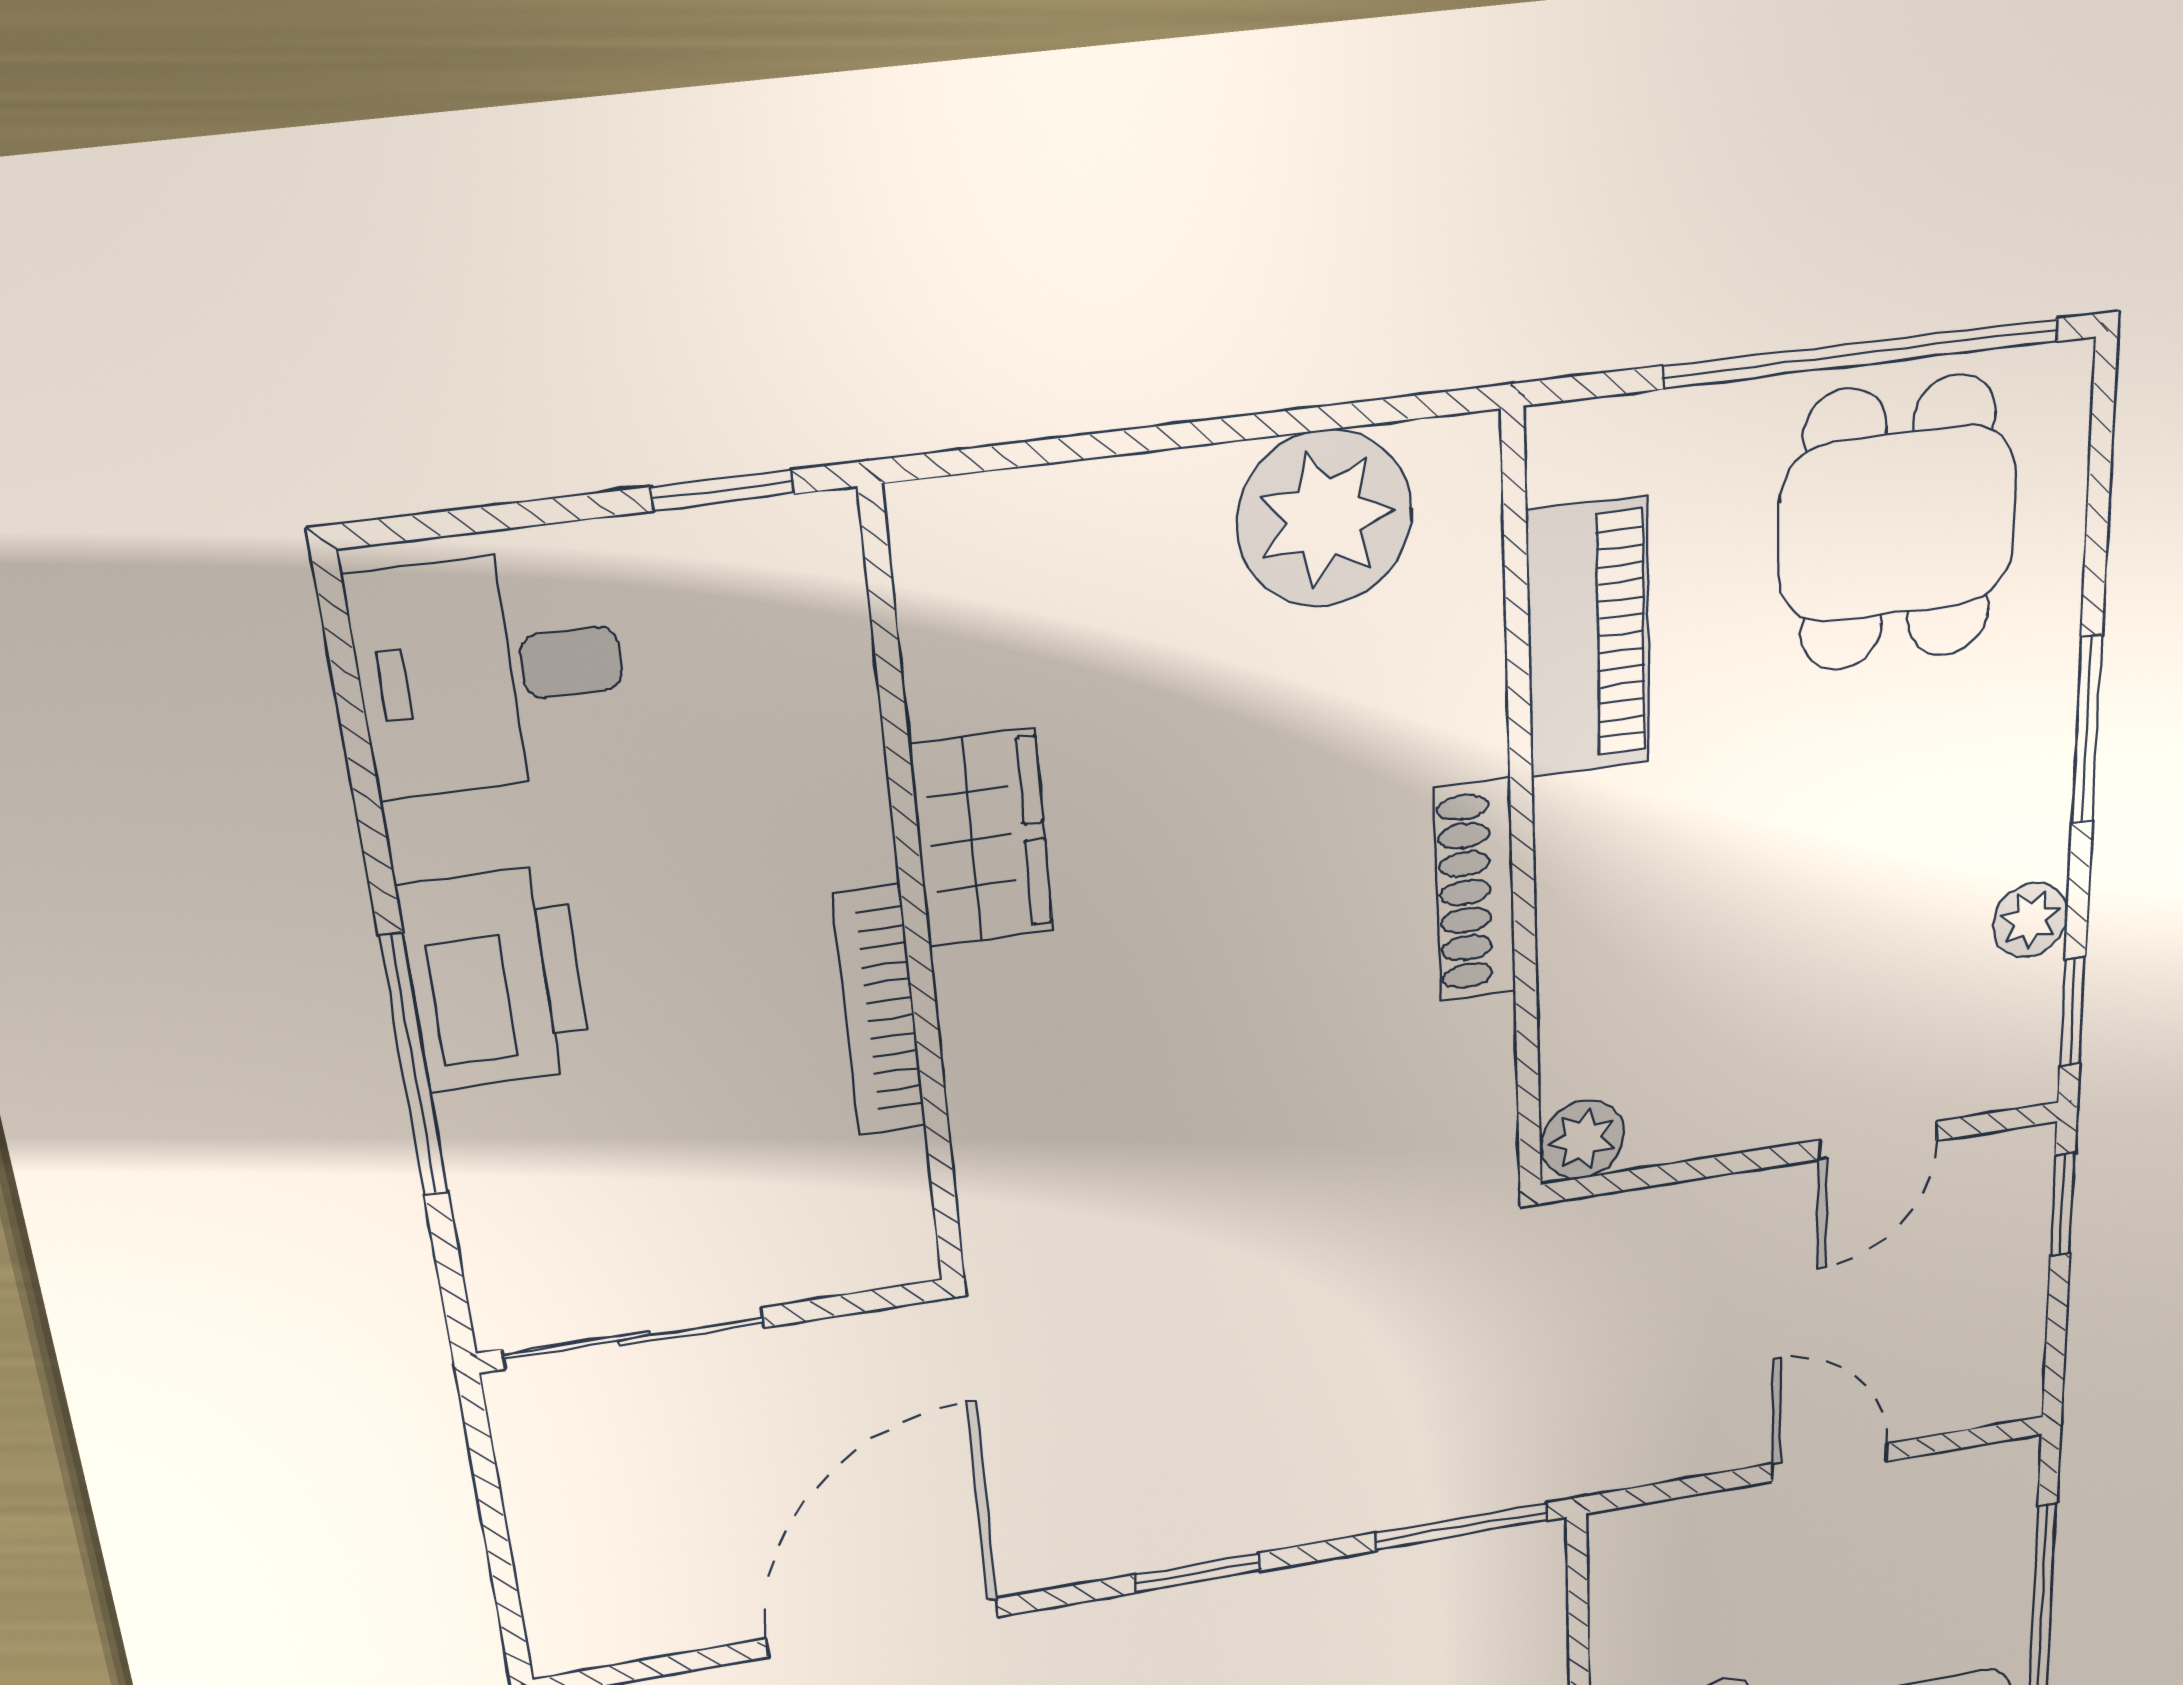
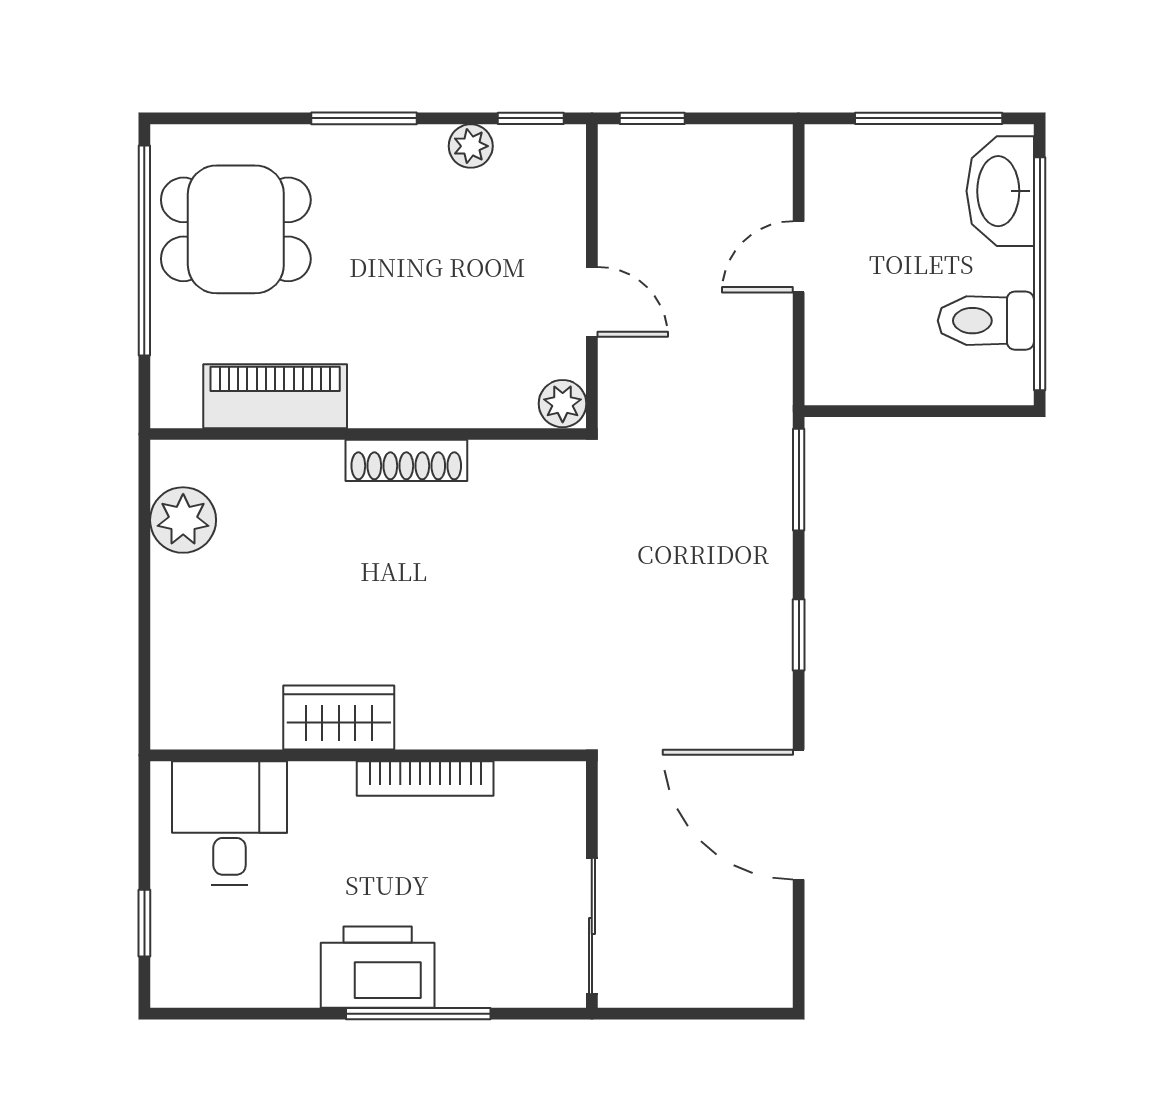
window: (723, 490) -> (144, 923), moved
plant: (1324, 518) -> (183, 520), width x0.73, depth x0.73
desk: (491, 673) -> (230, 823), moved, turned 180
door: (1878, 1140) -> (592, 302), moved

